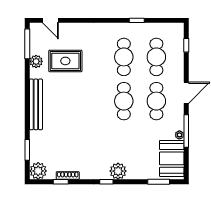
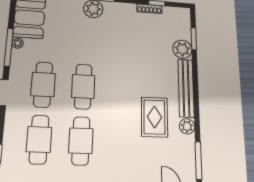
plant: (36, 61) -> (187, 126), moved
rug: (65, 61) -> (154, 117), moved, turned 90
plant: (38, 171) -> (182, 49), moved

